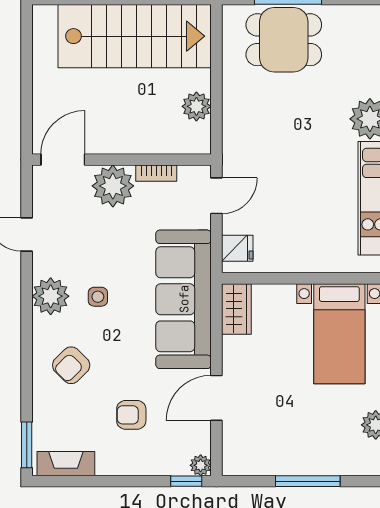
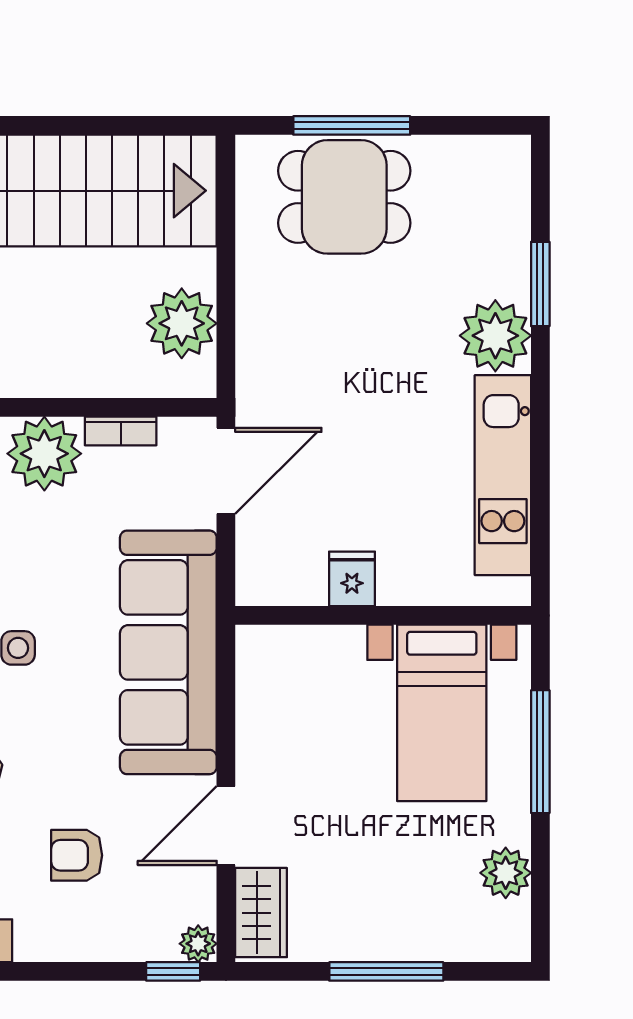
plant: (196, 106) -> (182, 323), width x1.36, depth x1.36
door: (216, 196) -> (226, 471), width x1.38
fridge: (237, 248) -> (352, 579), moved, turned -90
wardrobe: (236, 309) -> (261, 913), moved

